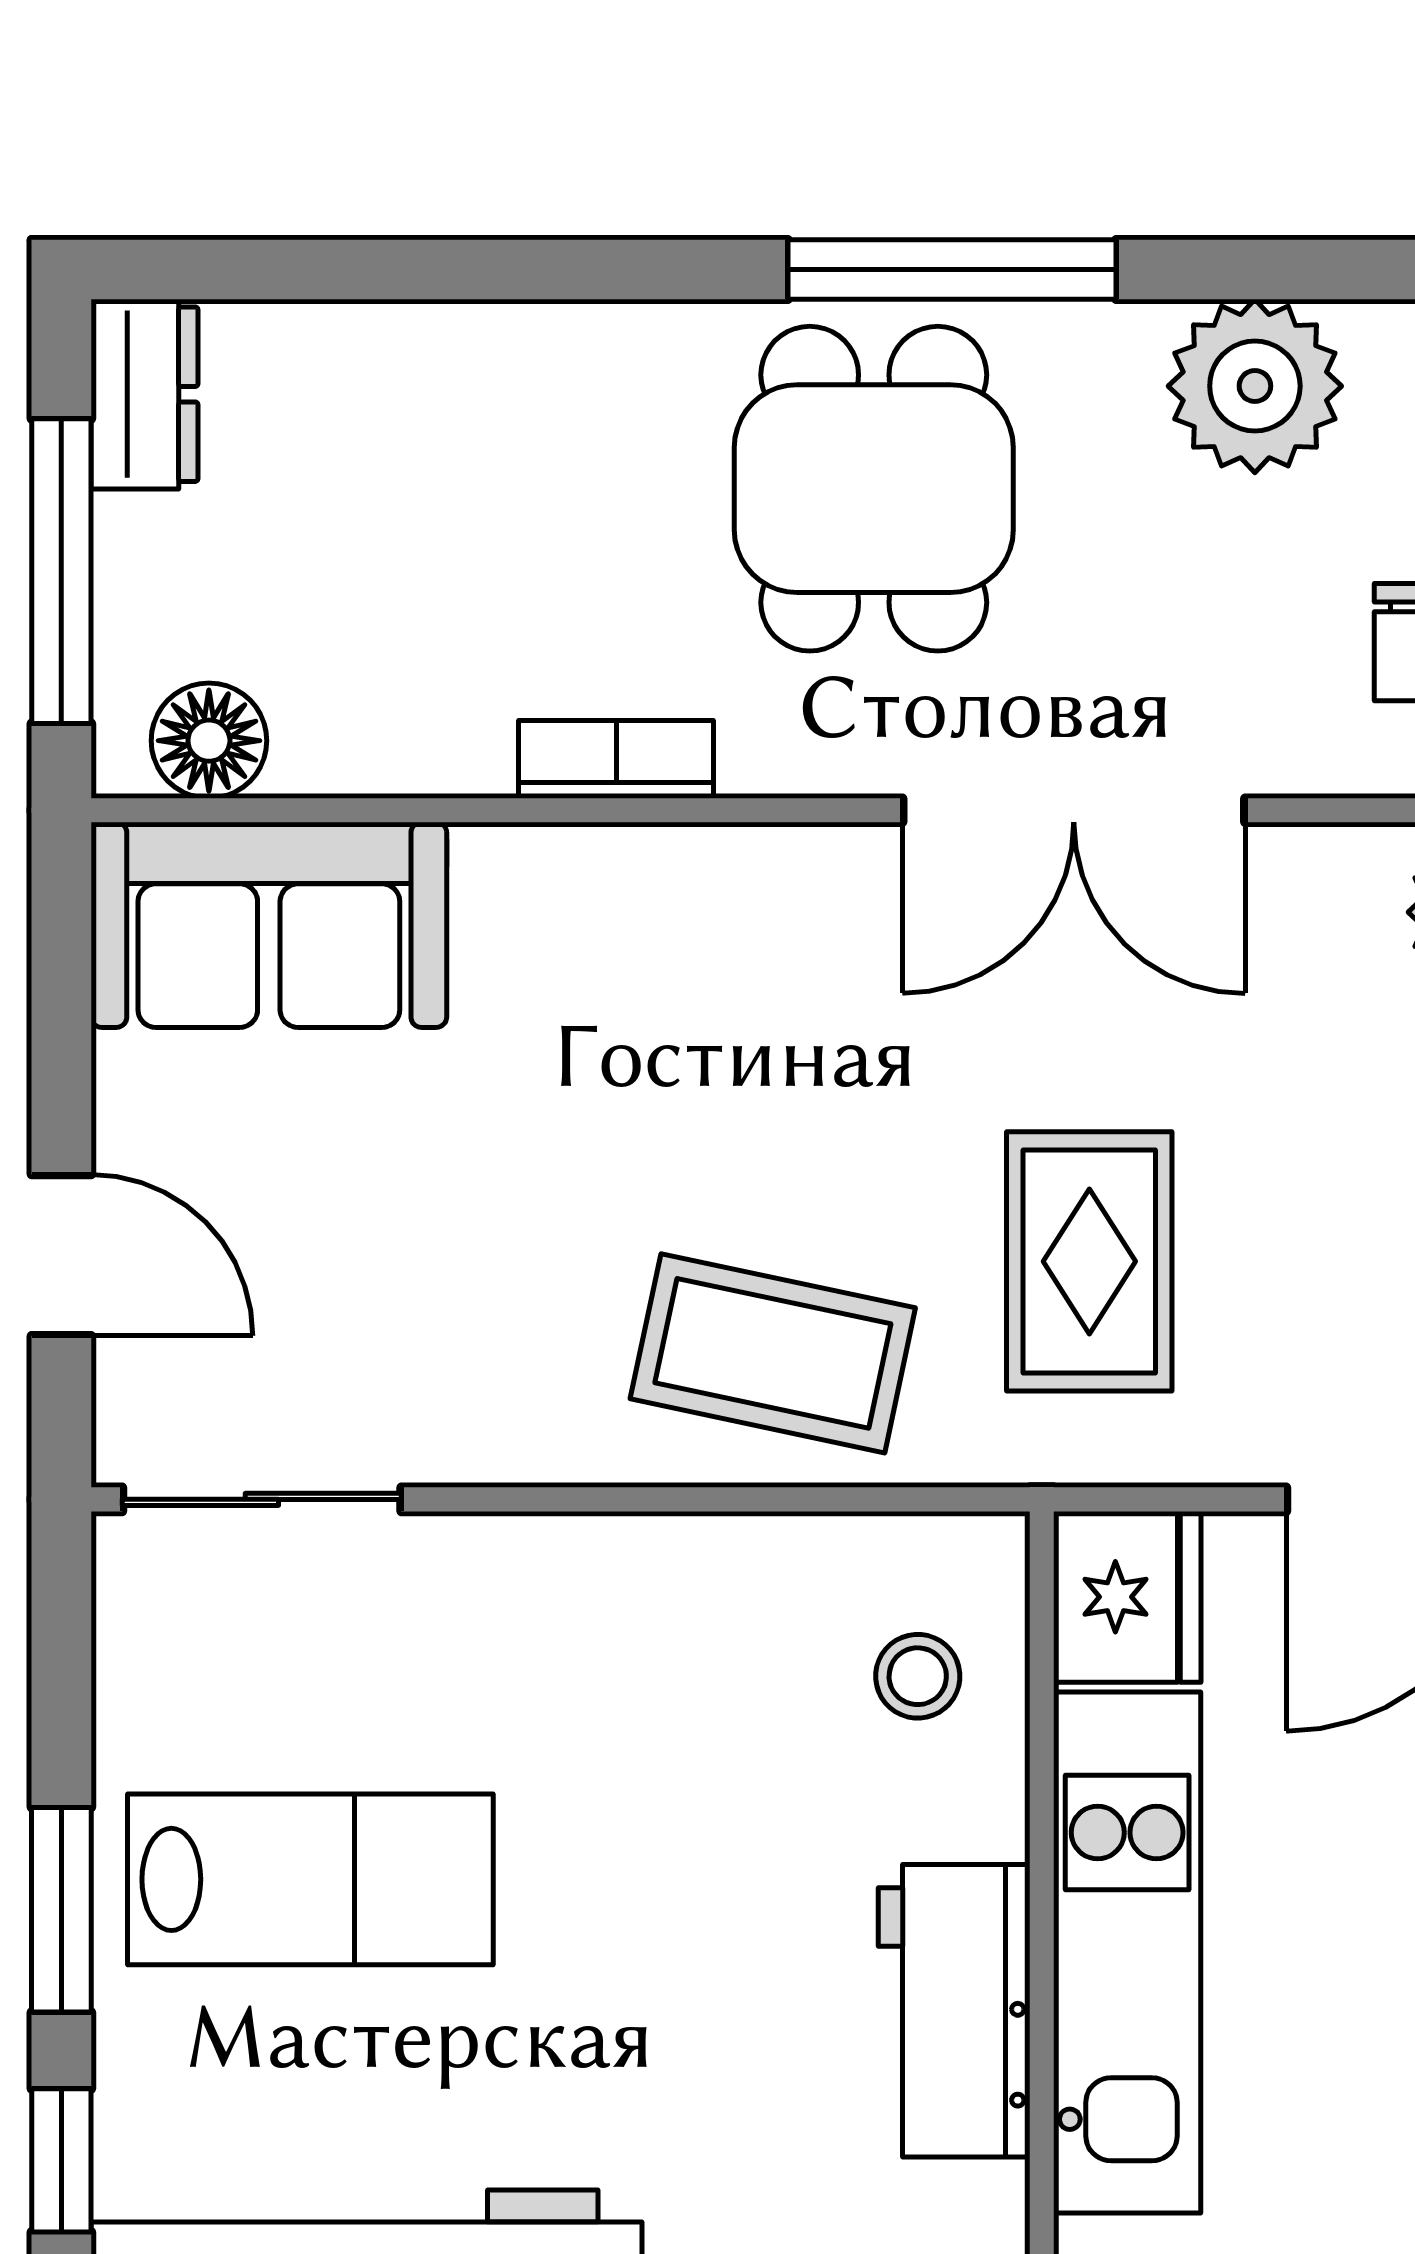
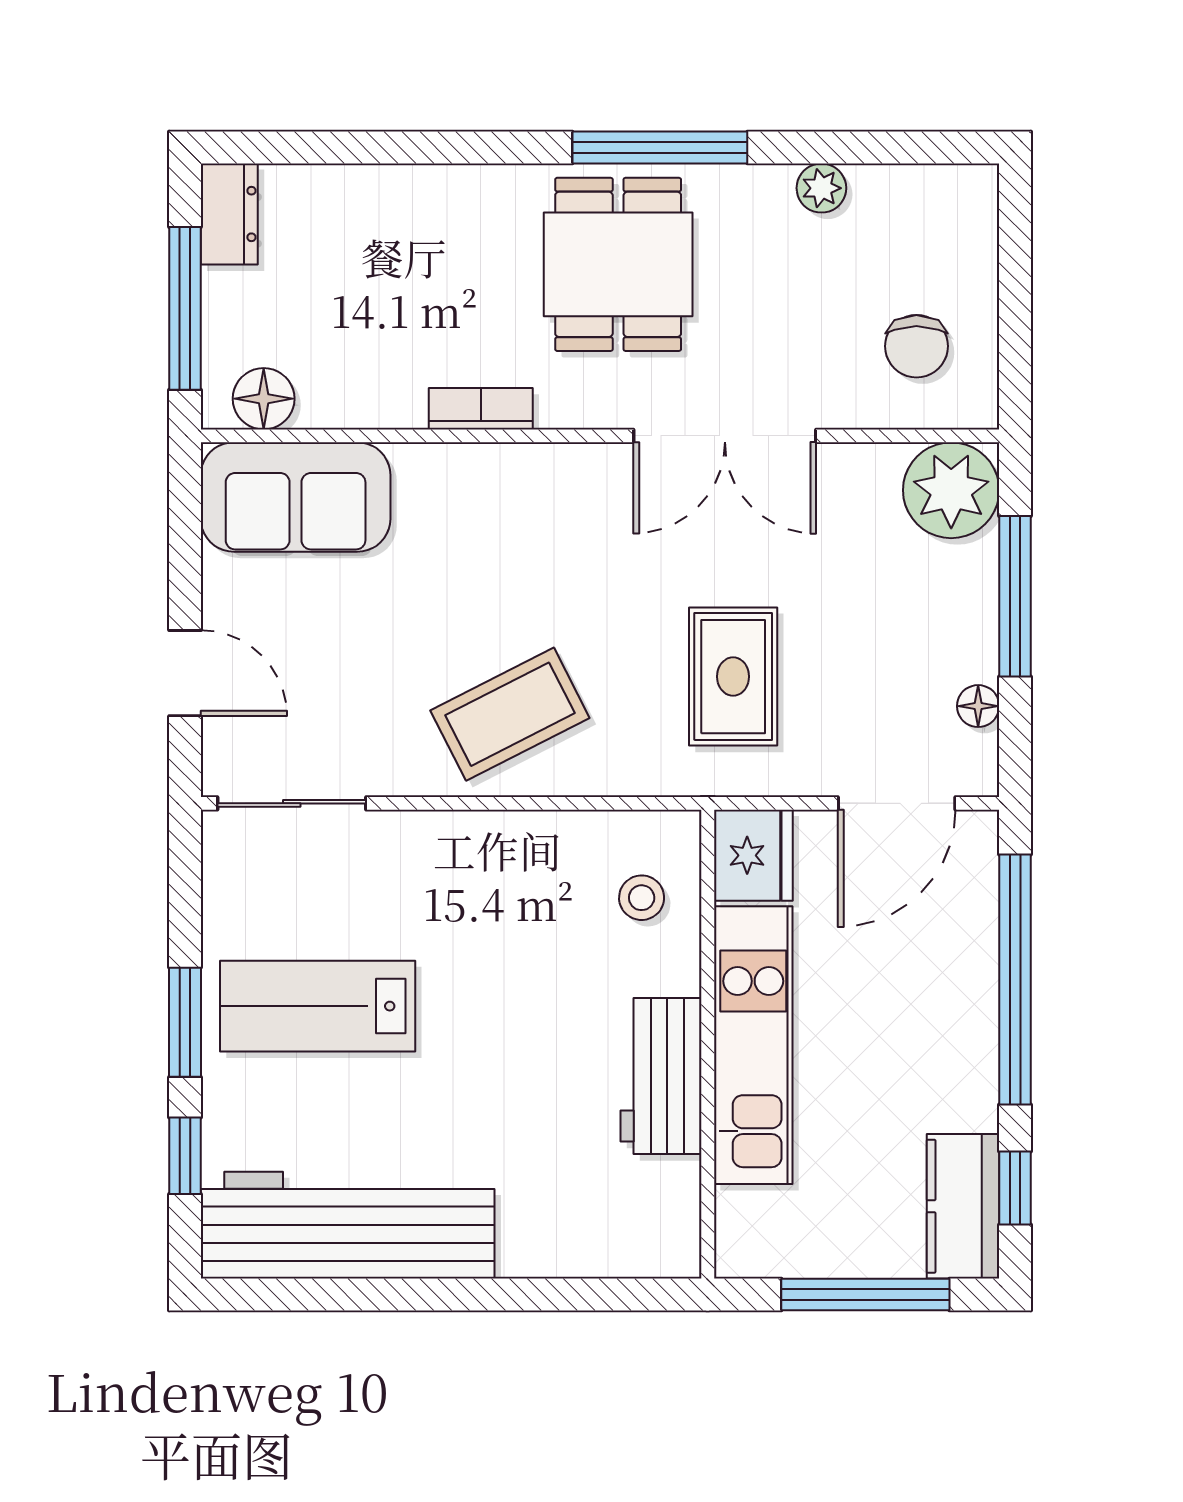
plant: (1255, 386) -> (821, 188), width x0.53, depth x0.53
coffee table: (773, 1353) -> (510, 714), moved, turned -39
lab bench: (310, 1879) -> (318, 1006), turned 180

